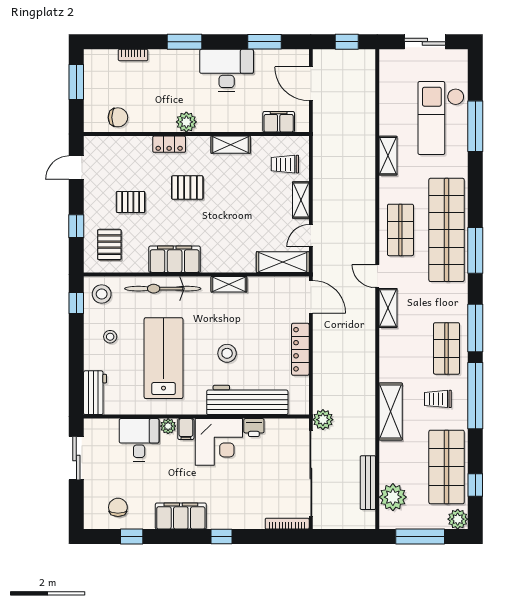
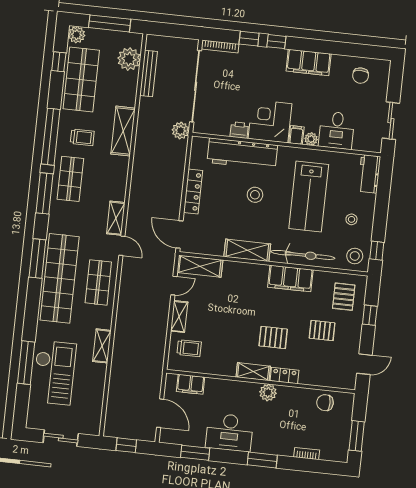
shelving: (231, 145) -> (253, 372), moved
shelving: (229, 284) -> (247, 250), width x1.50, depth x1.33
window: (132, 537) -> (249, 39), moved

